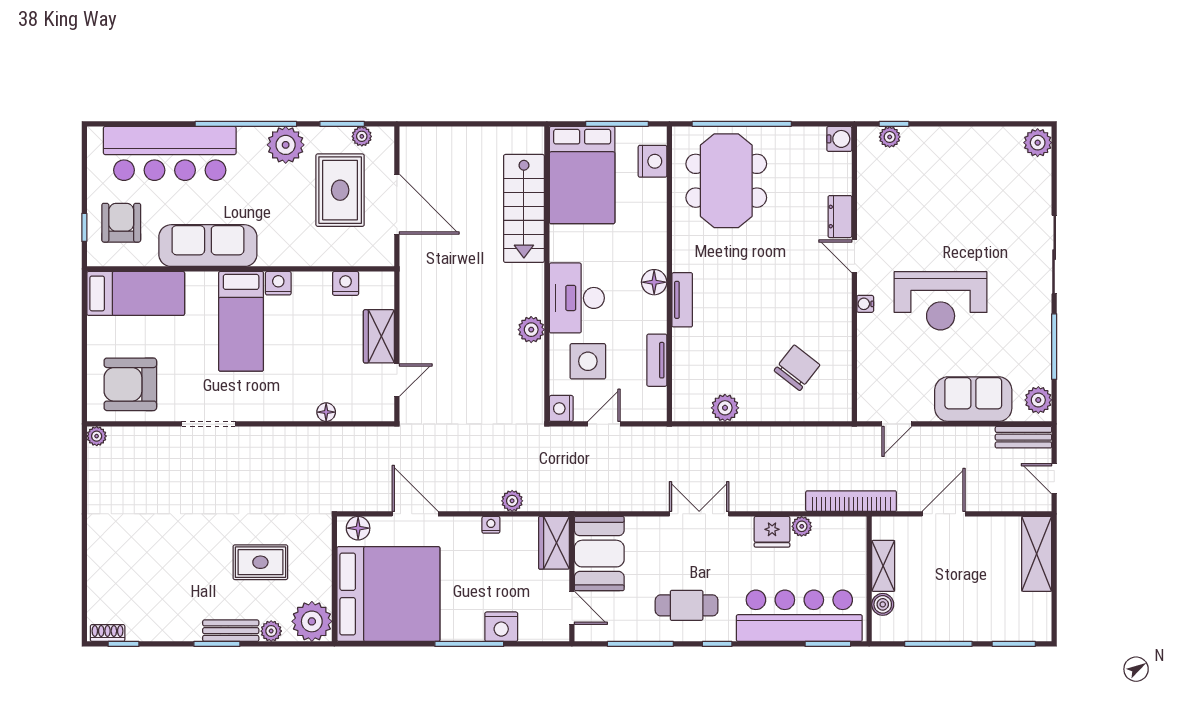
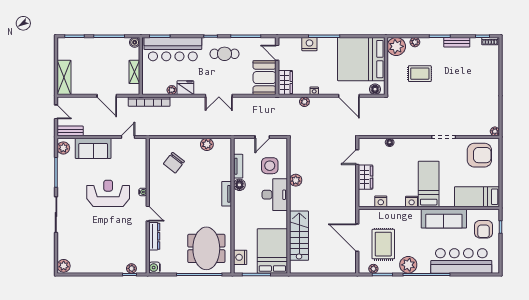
dresser: (840, 217) -> (154, 236), width x1.44
floor lamp: (654, 282) -> (239, 185), moved
nightstand: (561, 408) -> (282, 144), removed
door: (944, 514) -> (107, 96), hinge flipped
boiler: (883, 604) -> (135, 42), moved
bench: (231, 631) -> (457, 42), moved

